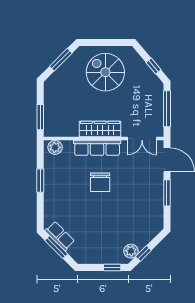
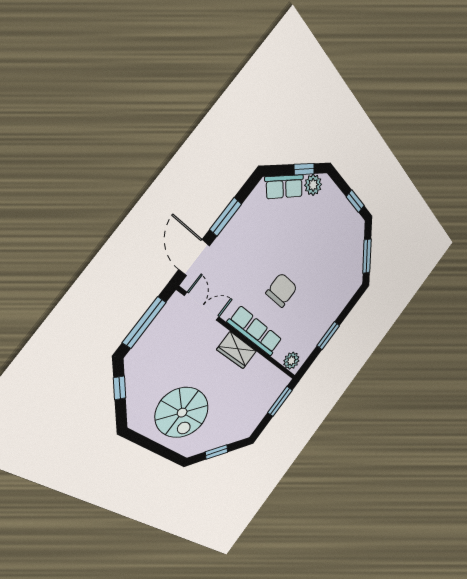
window: (61, 60) -> (217, 452), width x0.67
wardrobe: (100, 129) -> (237, 350), width x0.67
row of seats: (60, 236) -> (284, 187), moved, turned -90
window: (112, 268) -> (355, 201), moved

